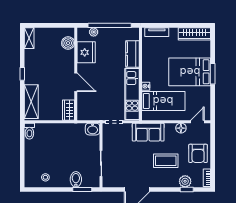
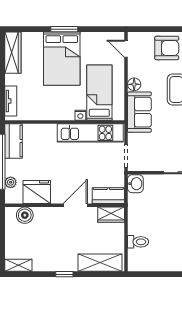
kitchen counter: (132, 54) -> (14, 141), moved, turned -90
kitchen counter: (83, 108) -> (108, 196), added
floor lamp: (181, 128) -> (134, 84), moved
toilet: (29, 131) -> (138, 242), moved

